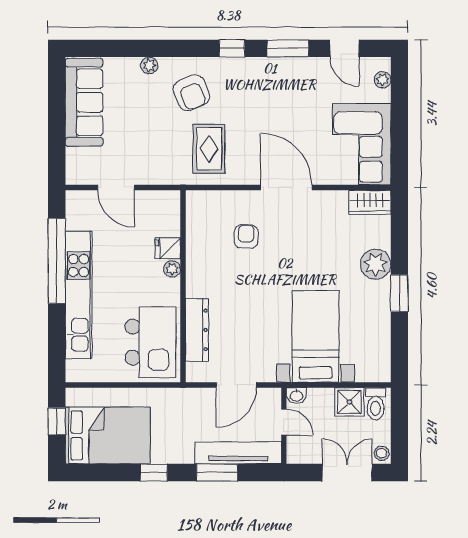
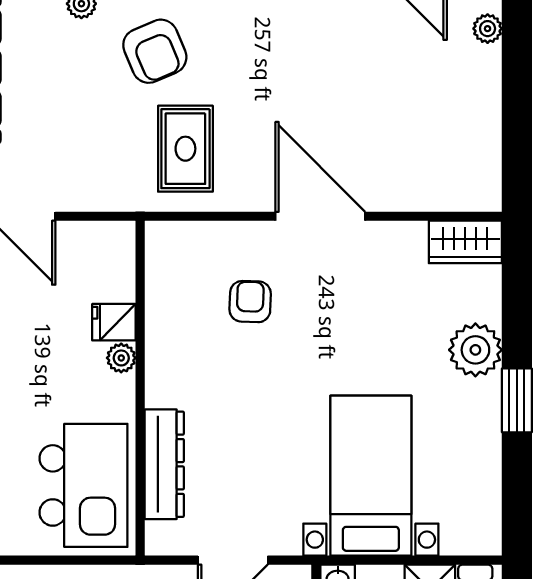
corner sofa: (362, 144) -> (451, 141), removed

